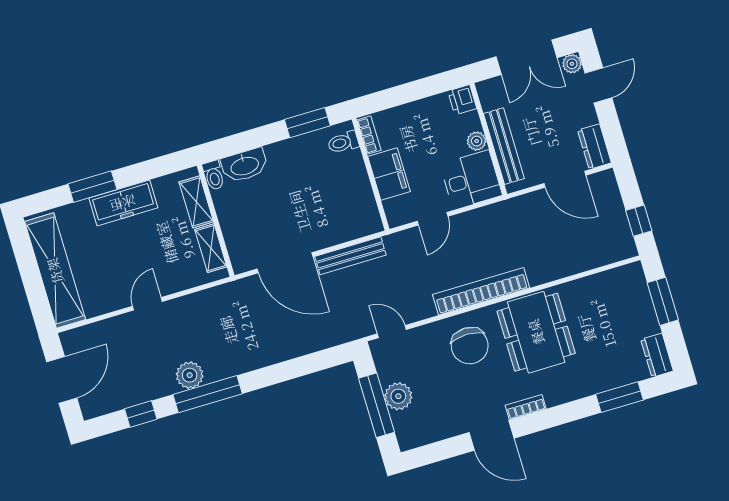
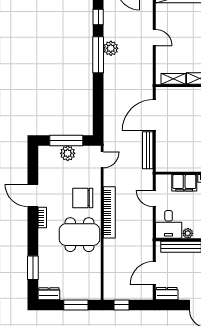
door: (492, 435) -> (33, 196), hinge flipped

